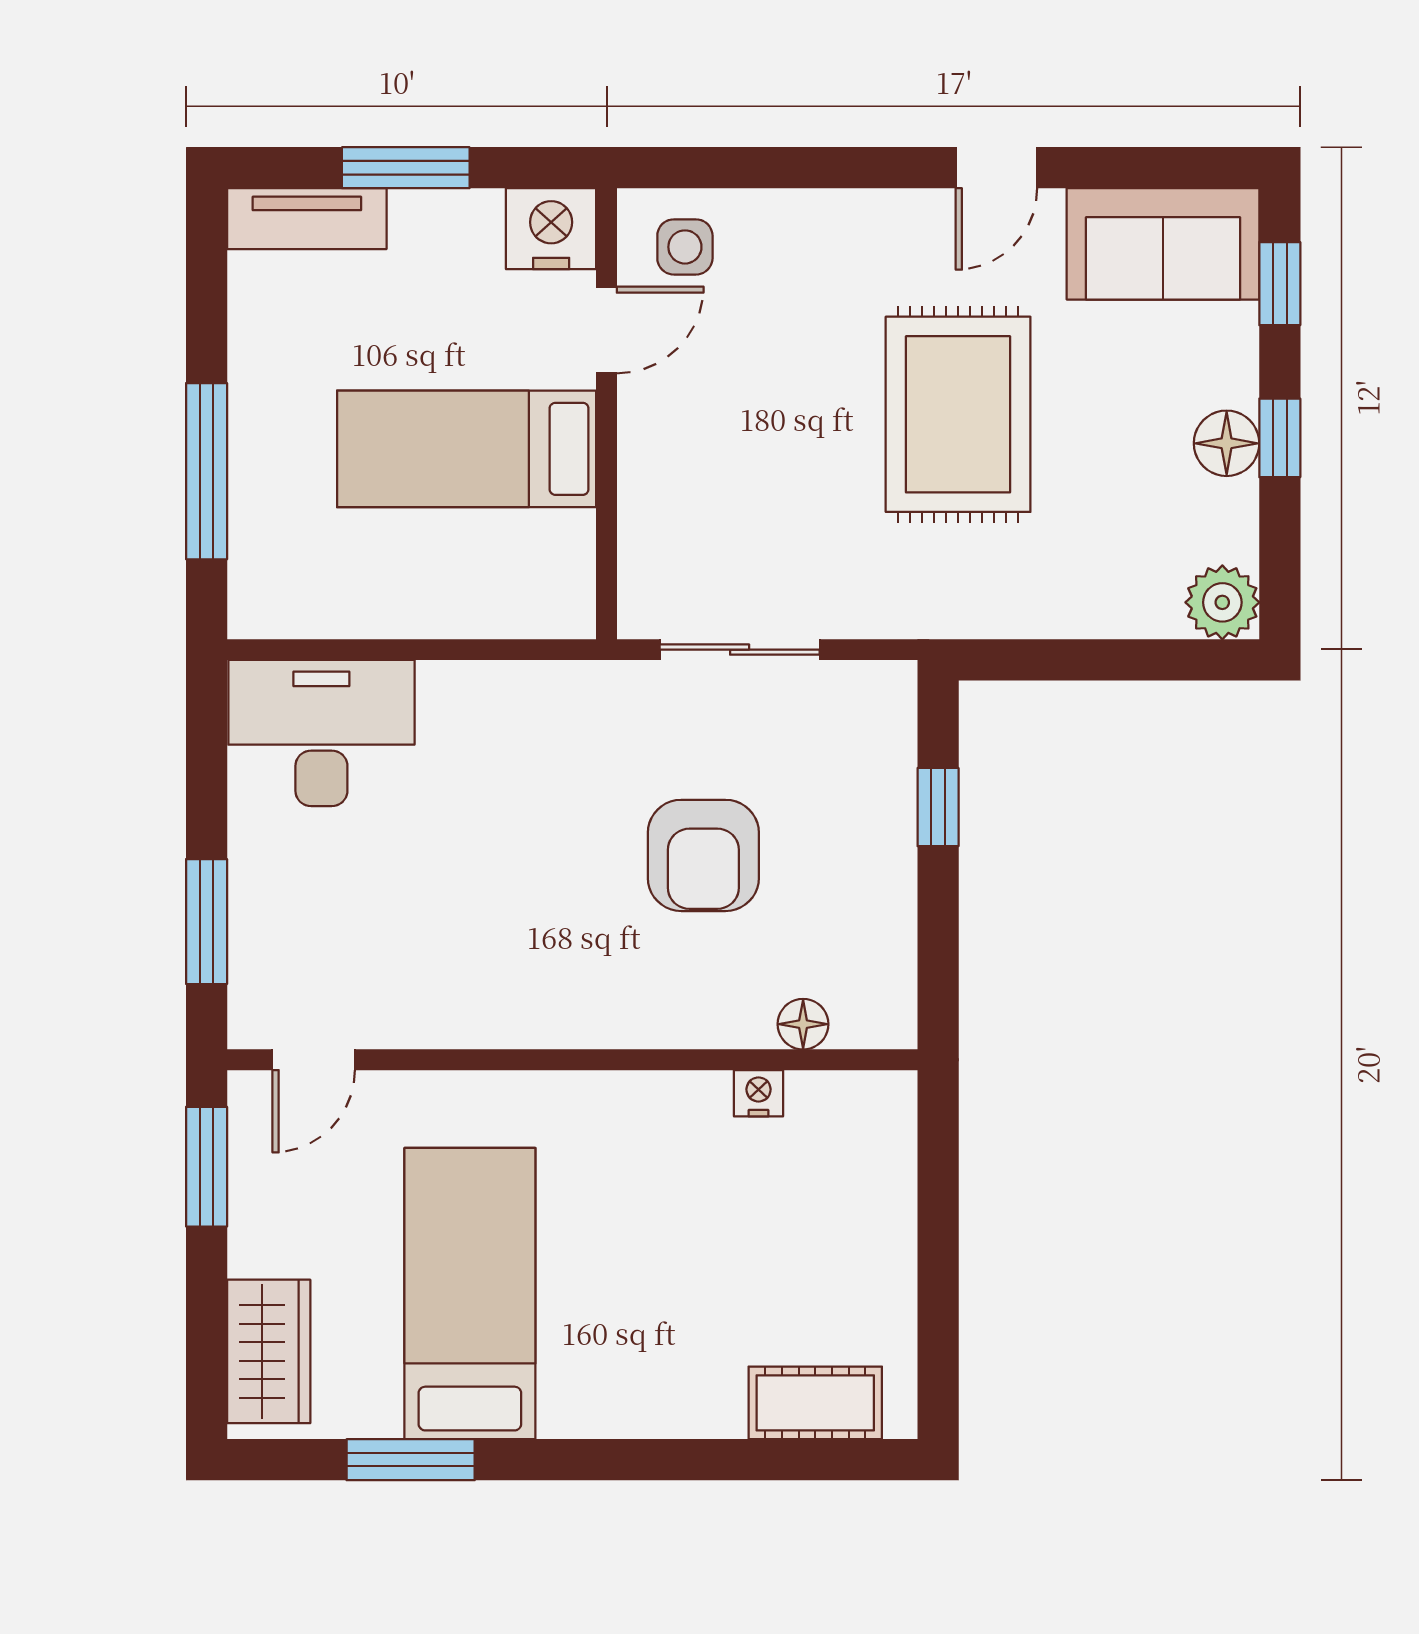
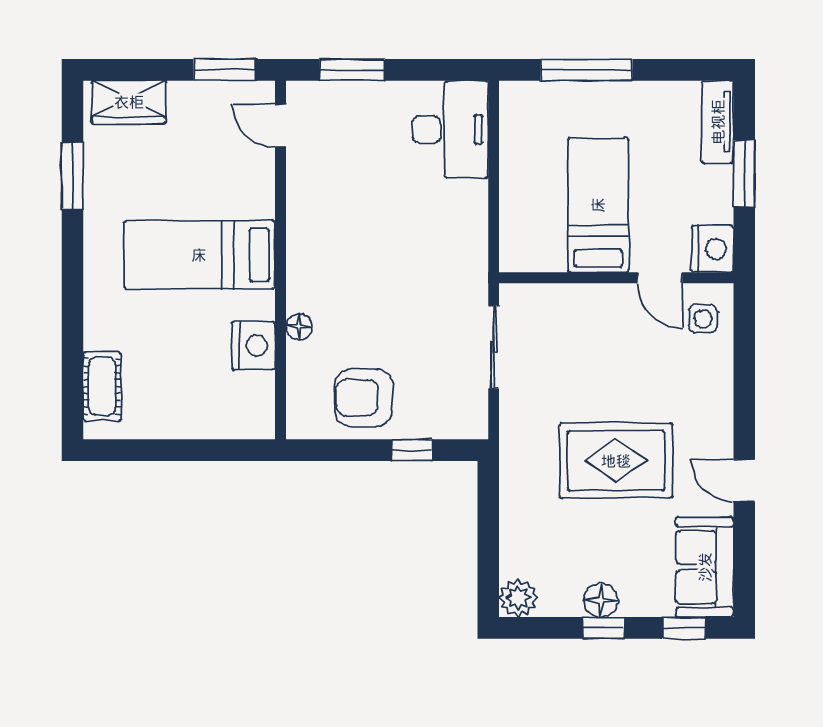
armchair: (703, 855) -> (364, 398), moved
floor lamp: (803, 1024) -> (299, 327), moved
nightstand: (759, 1093) -> (253, 345), width x1.89, depth x1.79
bed: (470, 1294) -> (199, 255), moved, turned 180

